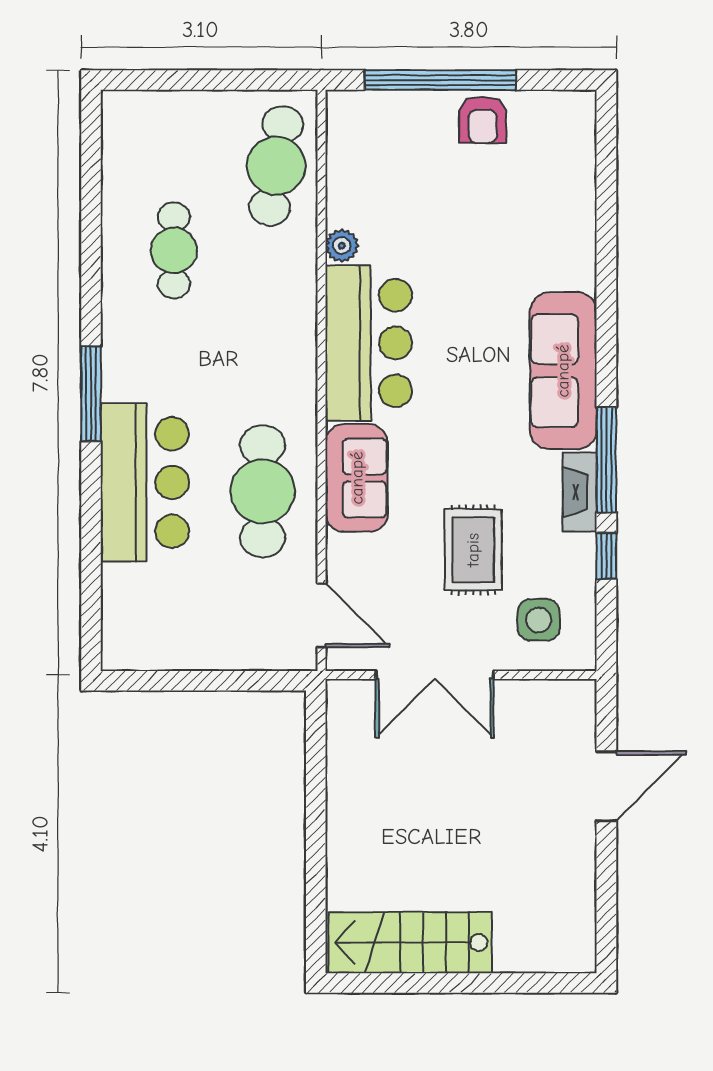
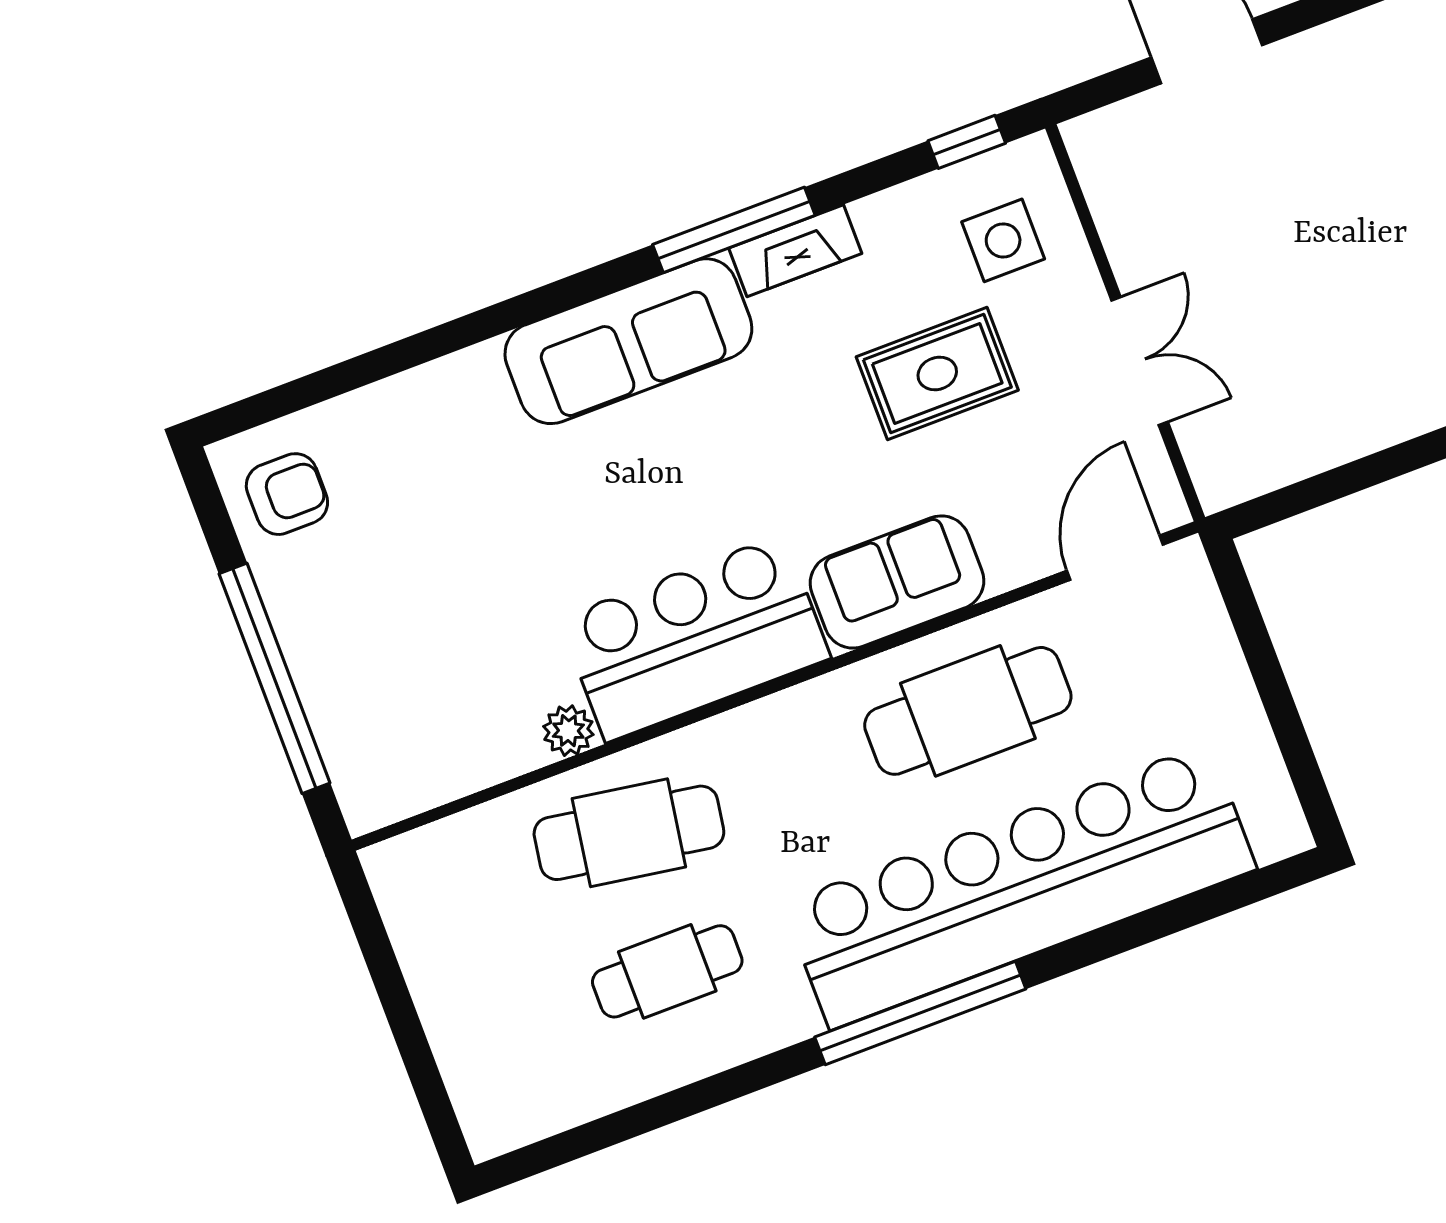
armchair: (483, 120) -> (287, 494), moved
cafe table: (276, 166) -> (629, 833), moved
window: (91, 394) -> (920, 1013), width x1.46
bar counter: (145, 483) -> (1020, 886), width x1.86
window: (606, 556) -> (967, 142), moved
double door: (435, 675) -> (1140, 361), width x0.73

